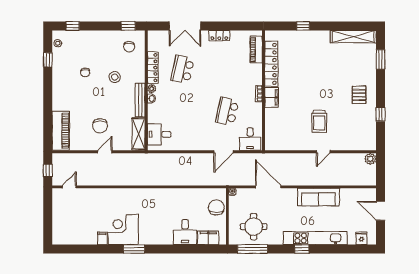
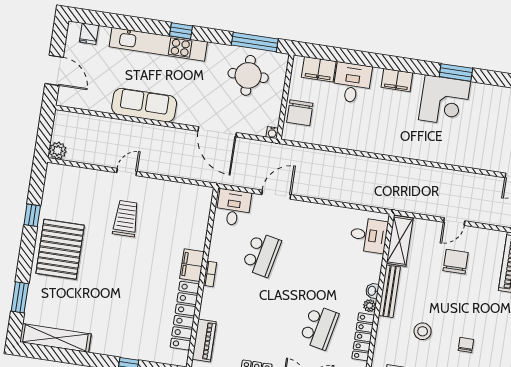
pallet: (359, 95) -> (60, 249), width x2.05, depth x2.00
filing cabinet: (102, 238) -> (397, 80), moved, width x2.00
window: (134, 249) -> (456, 72), moved

